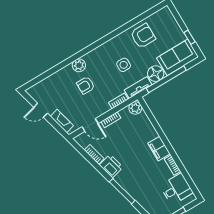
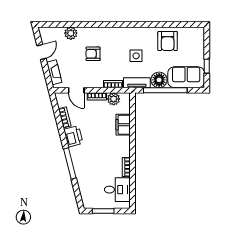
armchair: (143, 36) -> (168, 41), turned 90
plant: (79, 65) -> (71, 33), moved
plant: (135, 108) -> (114, 99), moved
door: (41, 110) -> (41, 52), swing flipped
filing cabinet: (159, 149) -> (123, 125), moved

